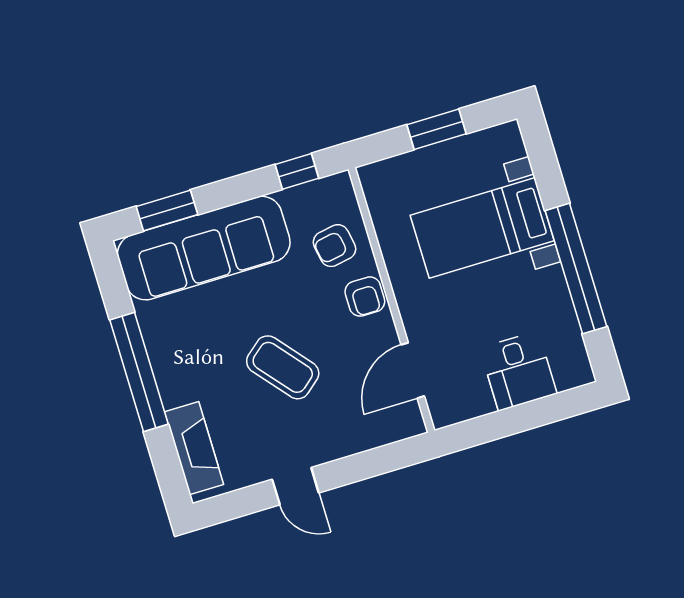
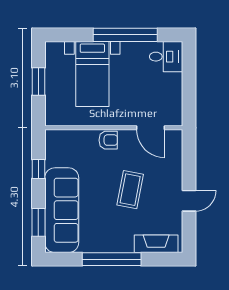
window: (297, 171) -> (38, 169), moved
armchair: (334, 246) -> (79, 147), removed
coffee table: (283, 367) -> (130, 190), turned -39
desk: (518, 371) -> (166, 57), moved

